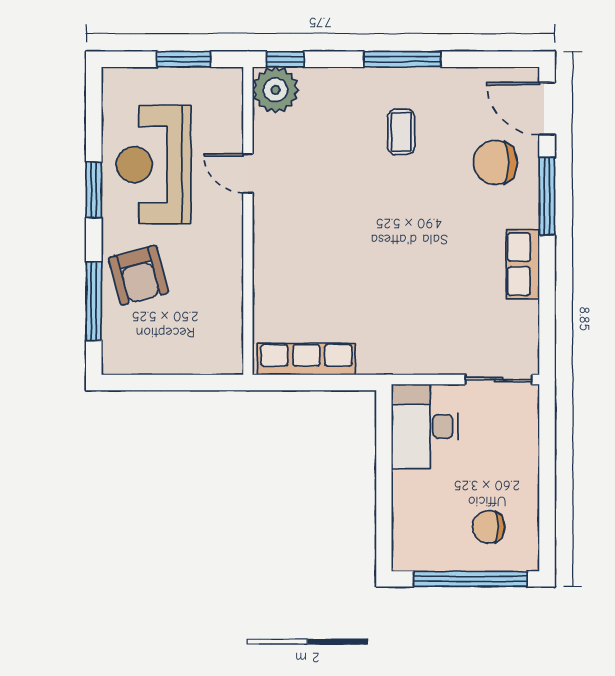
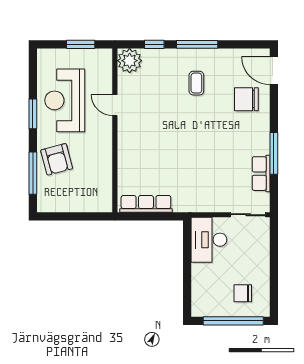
window: (285, 59) -> (154, 44), moved
window: (547, 196) -> (274, 153), moved
row of seats: (523, 264) -> (261, 174), moved

